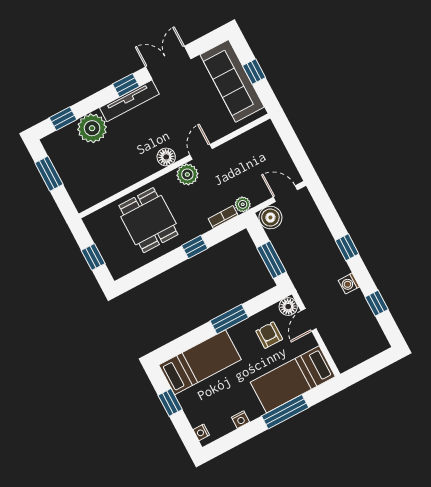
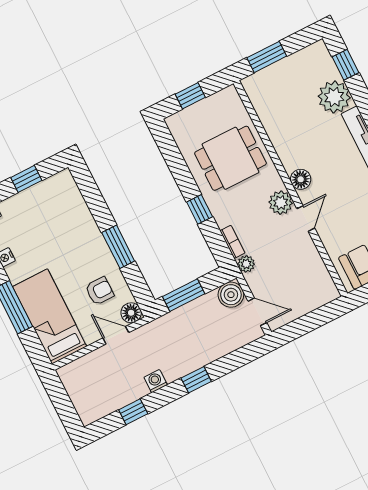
door: (201, 152) -> (306, 218), hinge flipped
window: (49, 174) -> (267, 57), moved
door: (285, 194) -> (257, 312), hinge flipped
bed: (200, 362) -> (71, 213), removed

